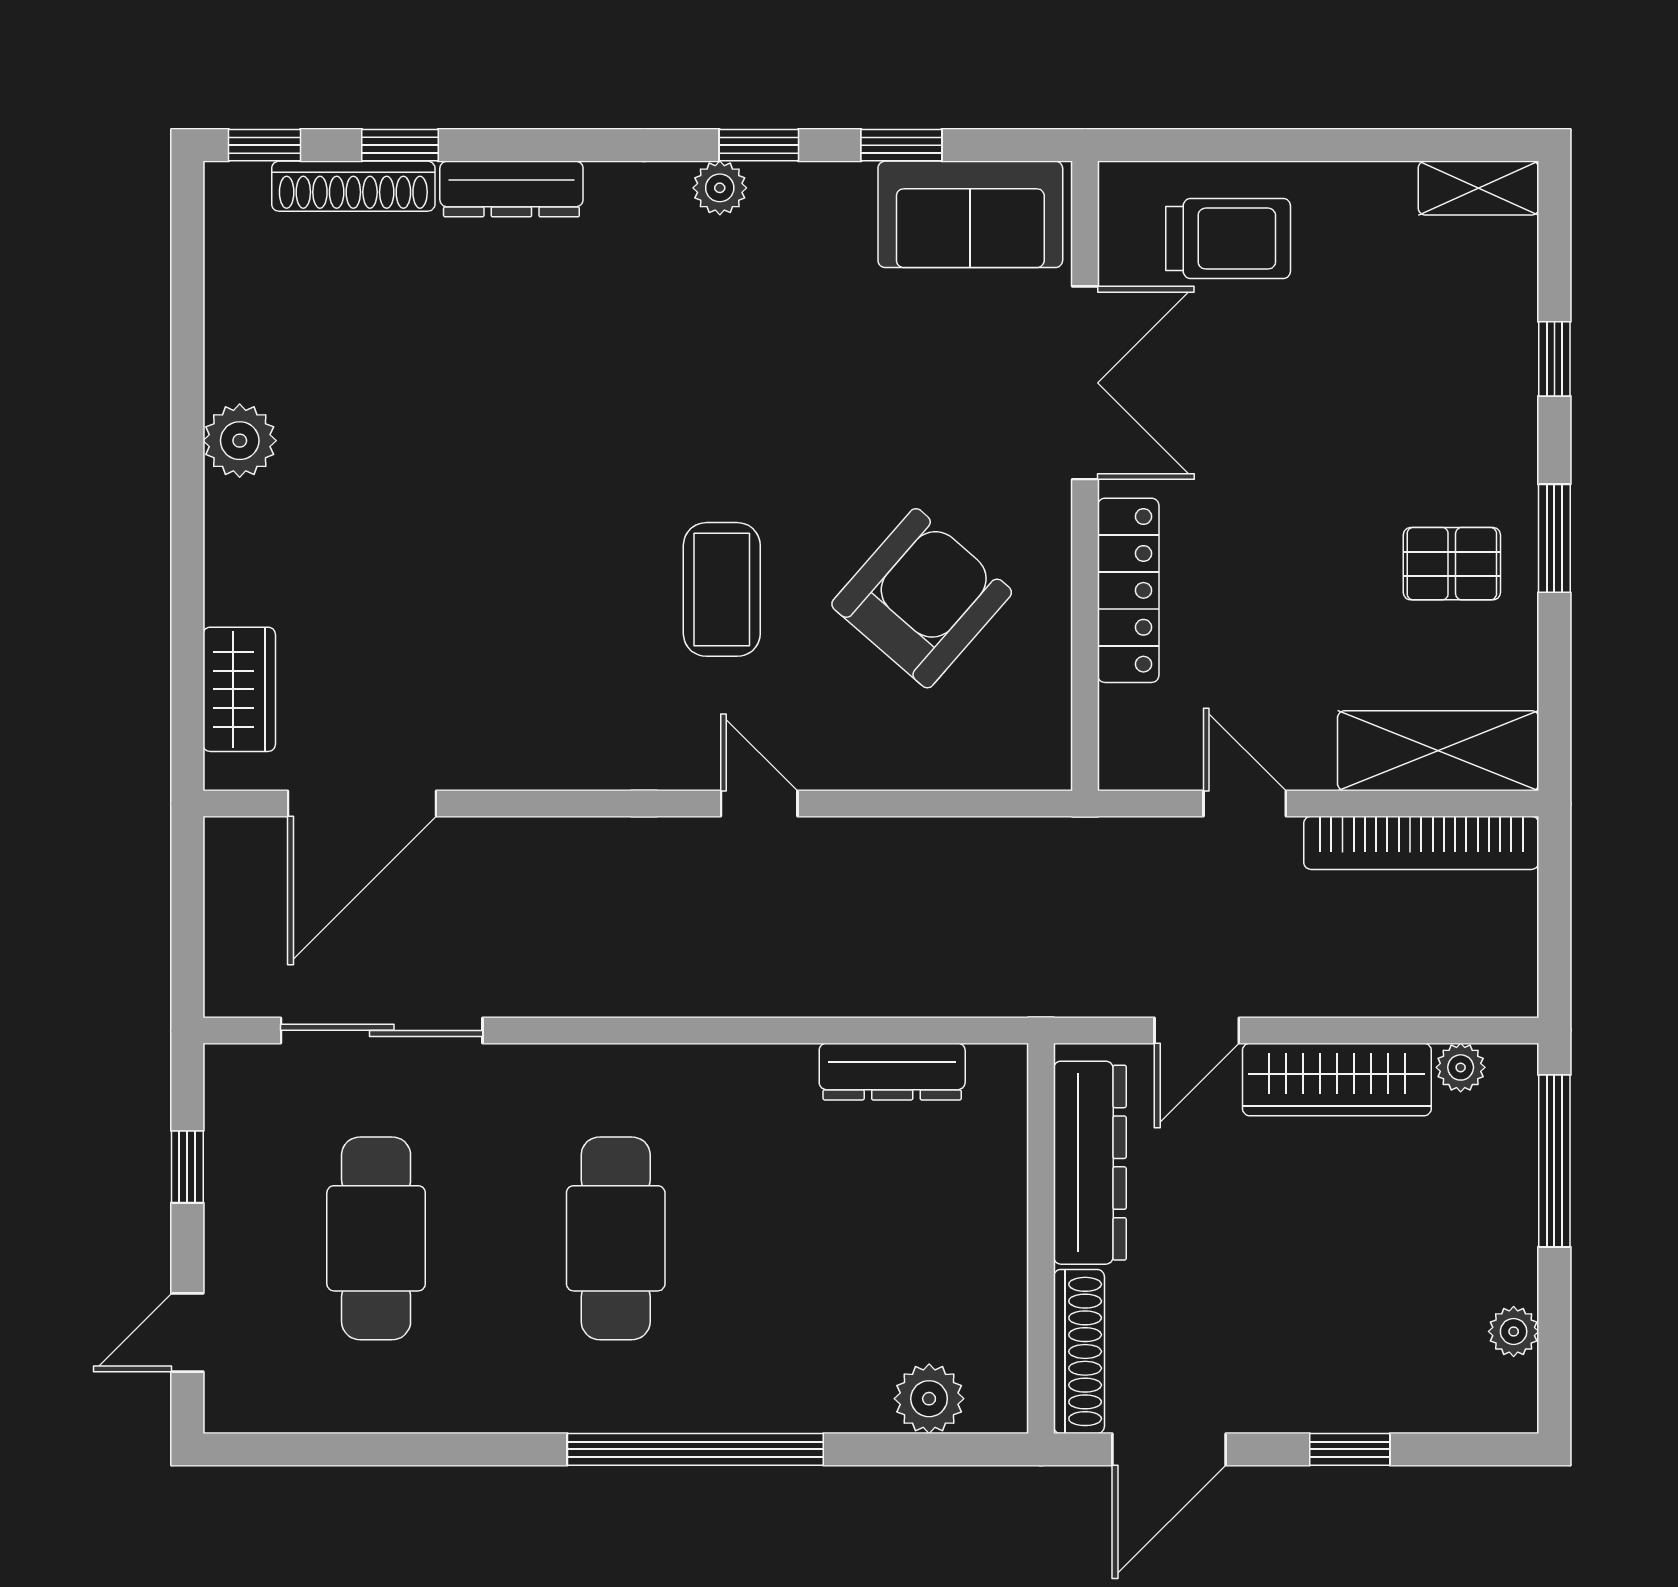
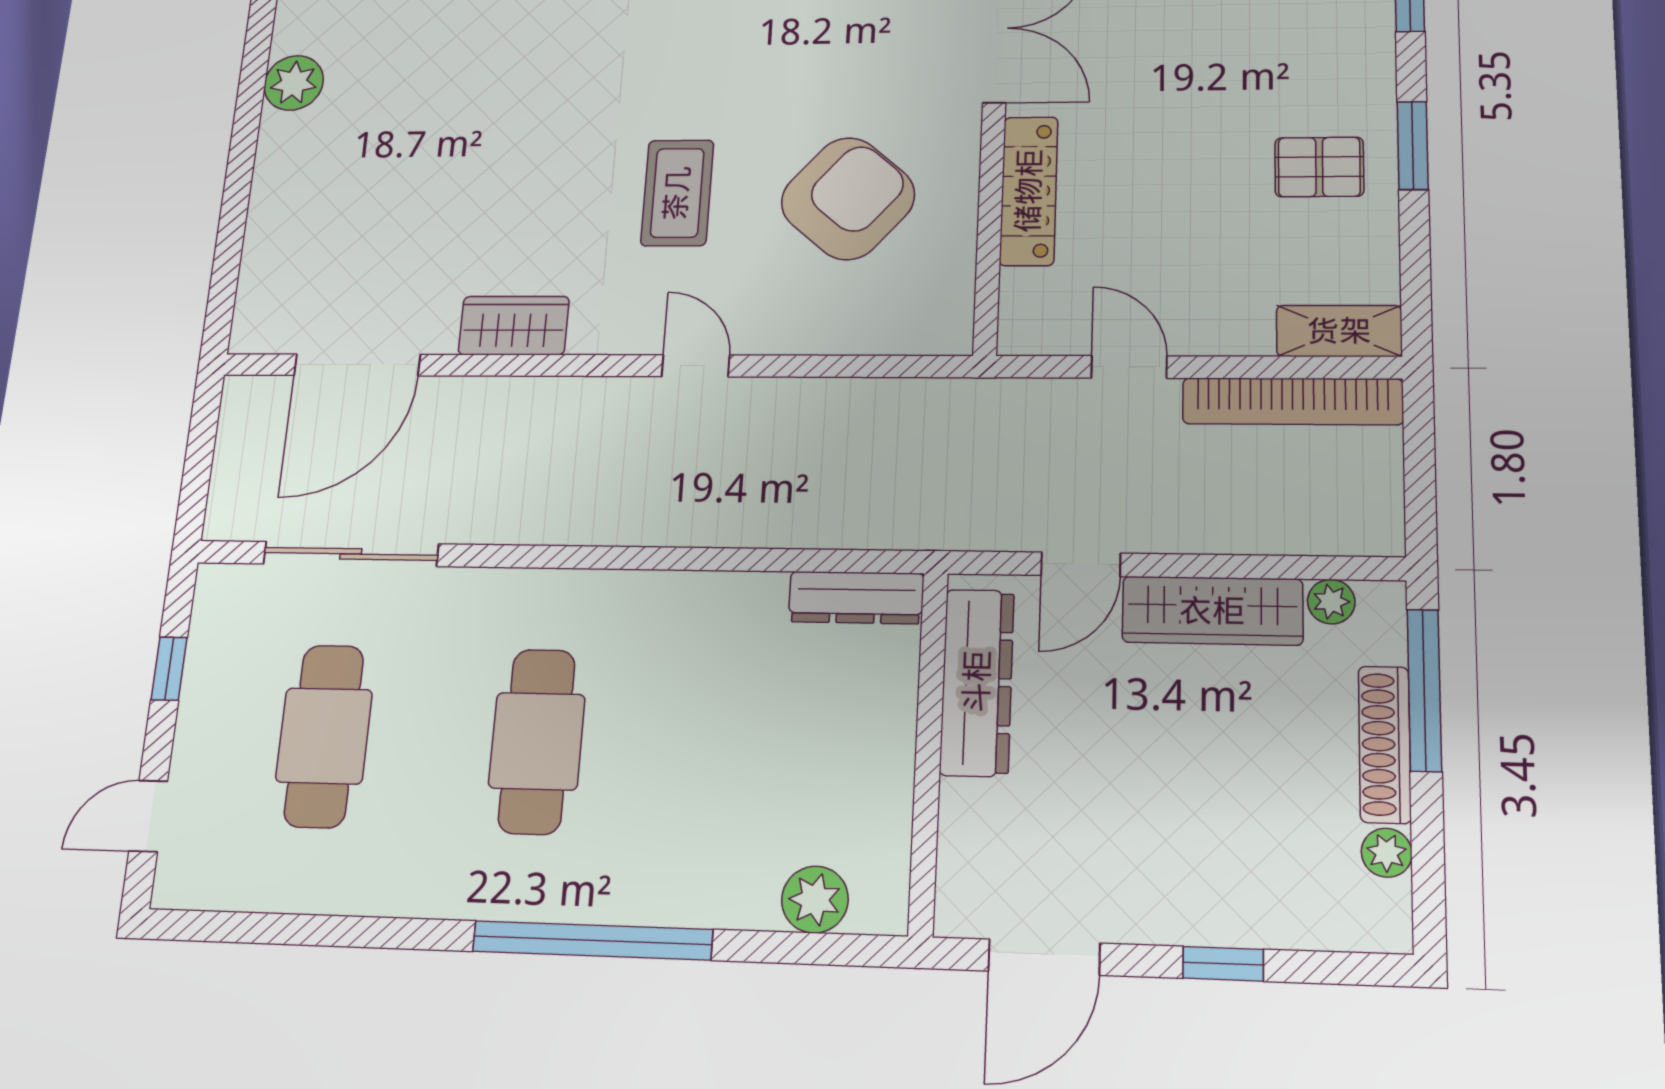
wardrobe: (239, 689) -> (514, 326), moved, turned -90
shelving: (1438, 751) -> (1339, 331), width x0.67, depth x0.75
dresser: (892, 1072) -> (856, 598), moved
shoe rack: (1079, 1351) -> (1385, 744), moved, turned 180

